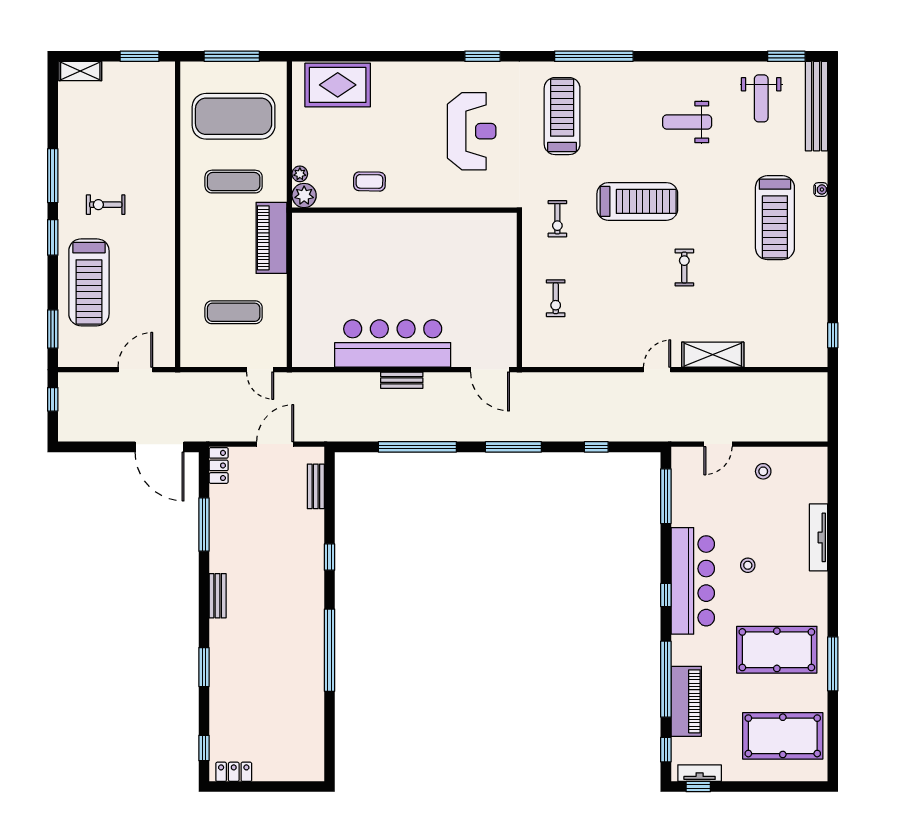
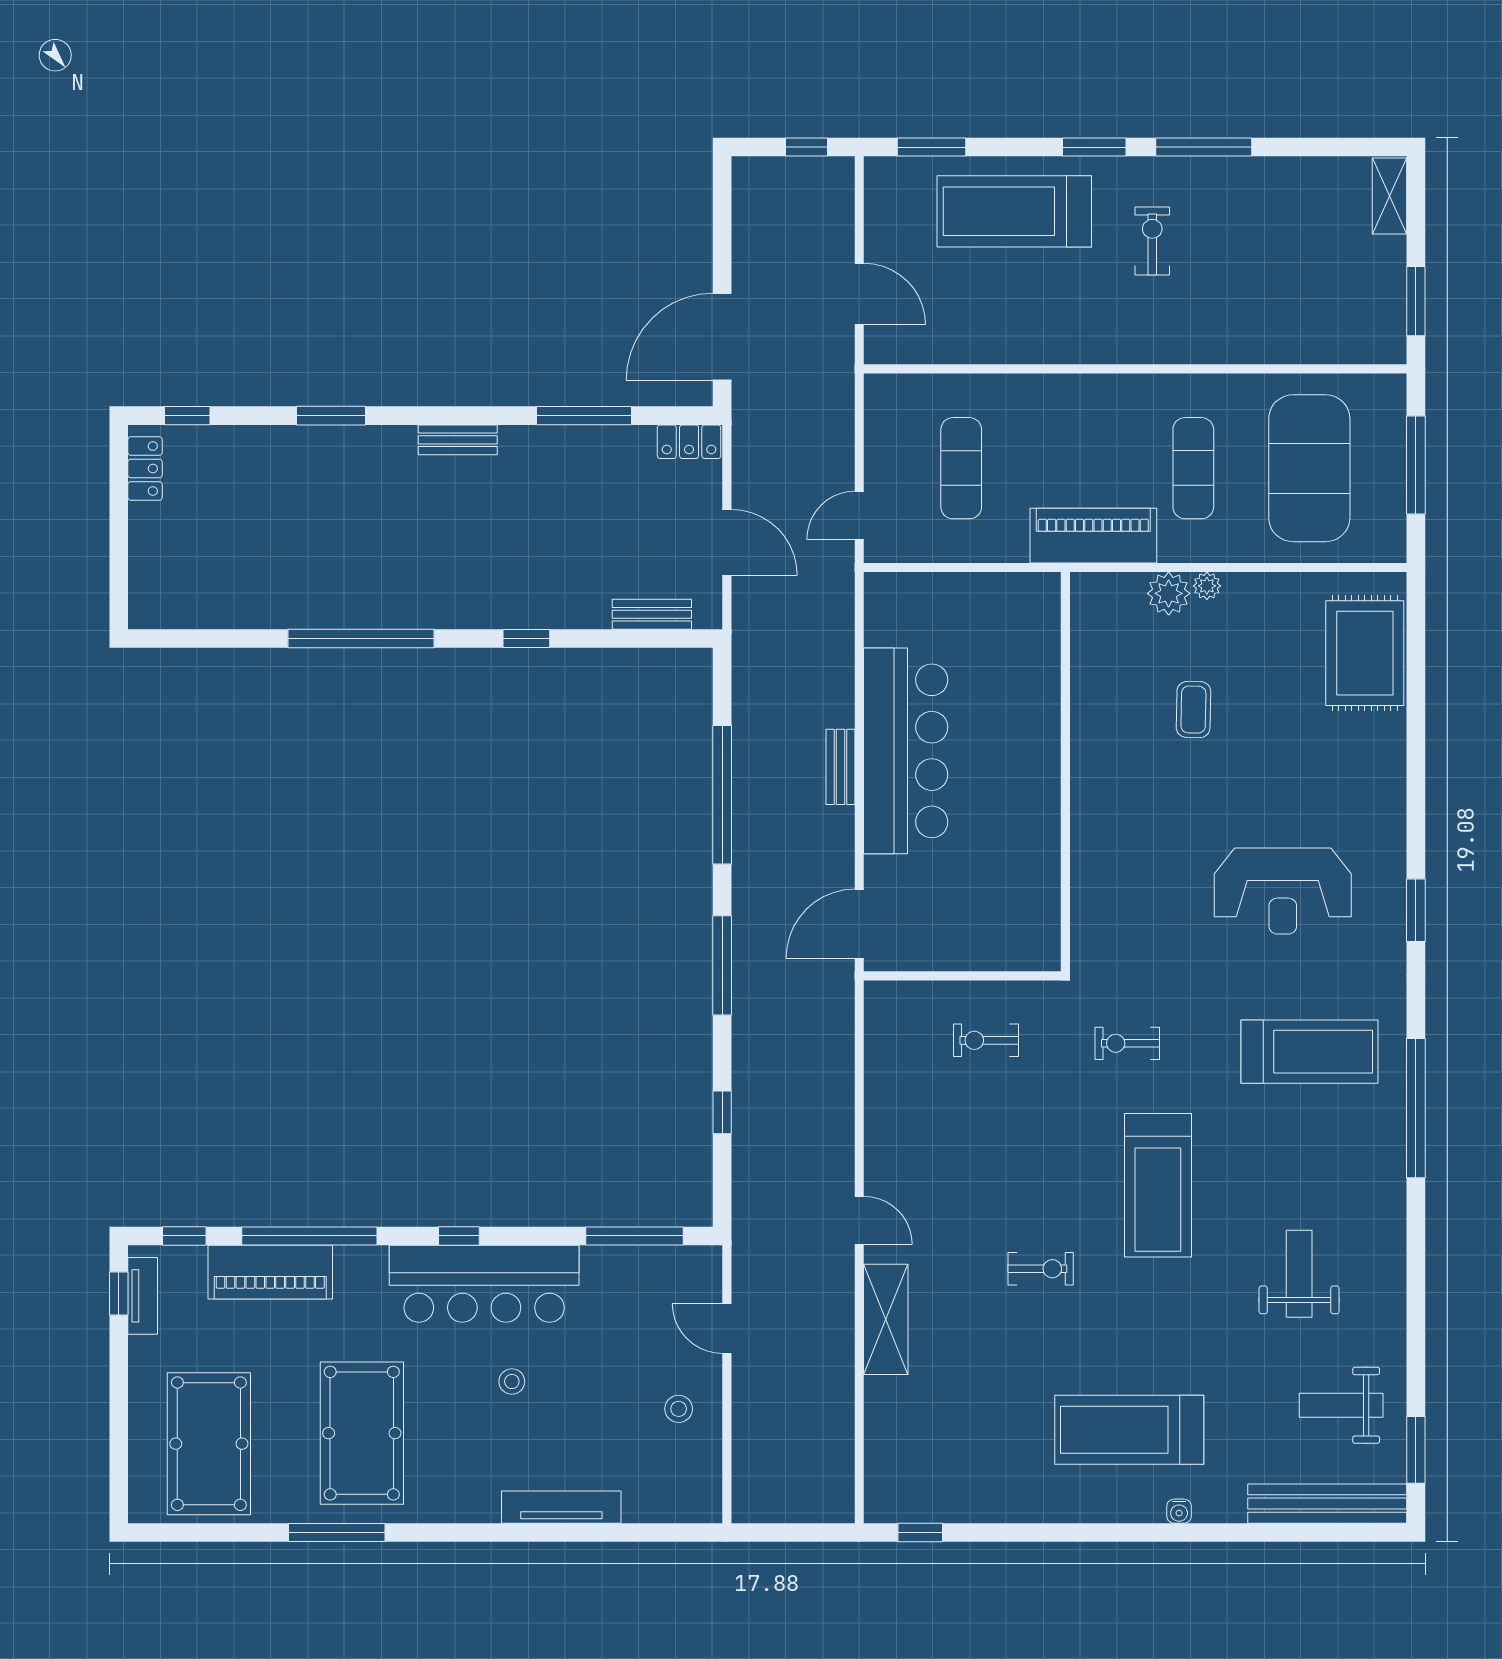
wall: (404, 210) -> (1065, 772), moved

